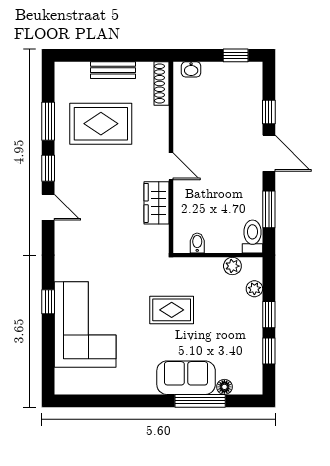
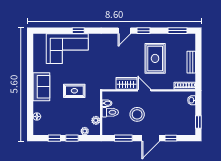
window: (48, 121) -> (177, 31), moved
rug: (101, 124) -> (155, 58), moved
door: (171, 166) -> (144, 90), swing flipped
stool: (220, 181) -> (137, 114), added
toilet: (252, 236) -> (110, 112), moved
rug: (172, 310) -> (74, 91), turned 90
sofa: (186, 378) -> (41, 87), moved
window: (200, 401) -> (30, 105), removed

